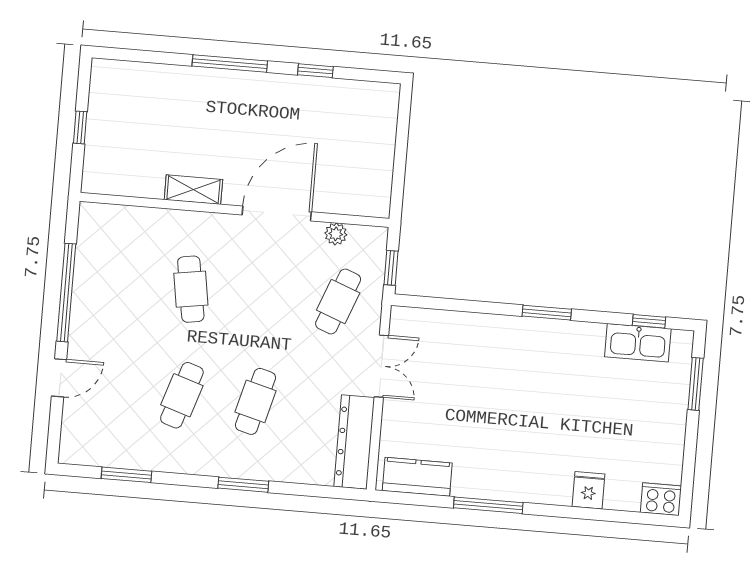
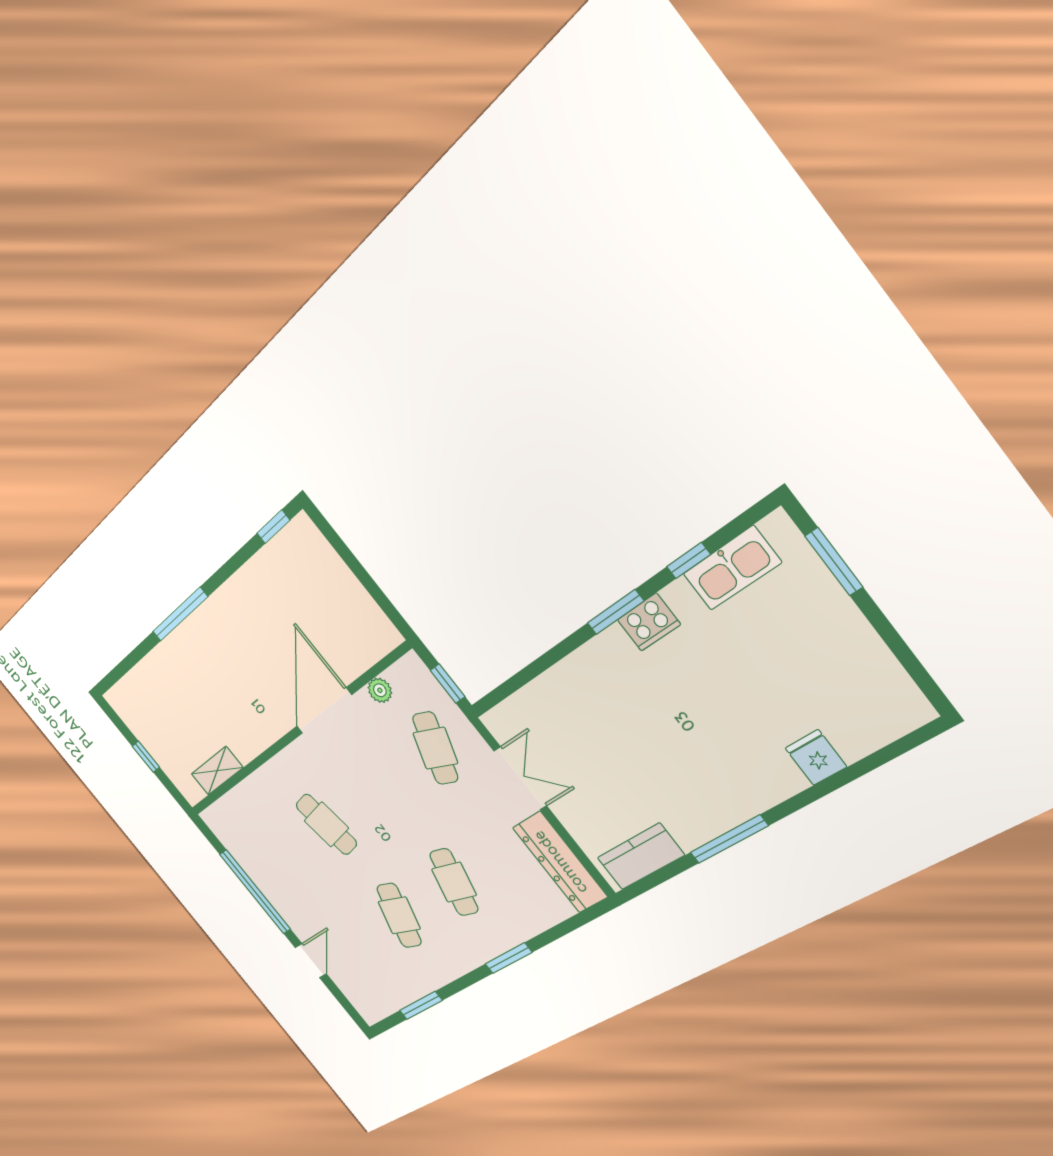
window: (315, 71) -> (273, 527), moved
shelving: (193, 190) -> (217, 771), moved
window: (649, 321) -> (689, 561), moved
cooker: (661, 499) -> (649, 622), moved, turned 180

